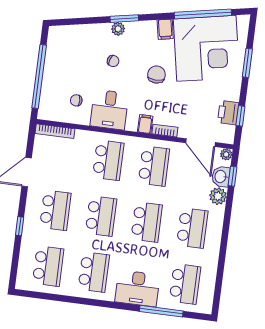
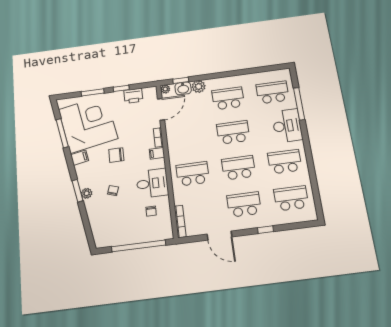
window: (203, 14) -> (62, 133), width x0.68
window: (240, 116) -> (121, 88), moved
school desk: (154, 166) -> (188, 138), removed

